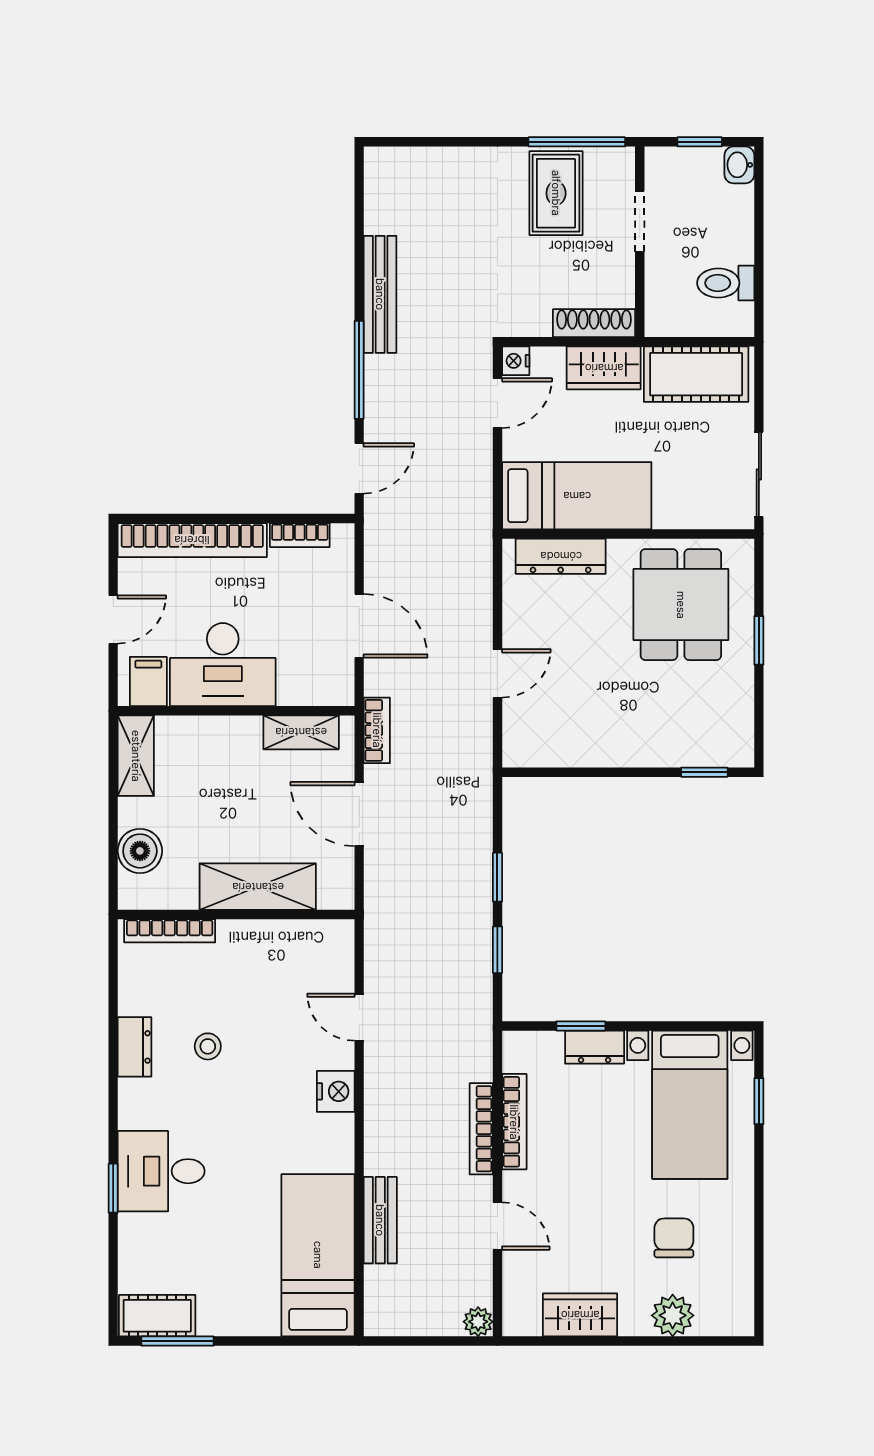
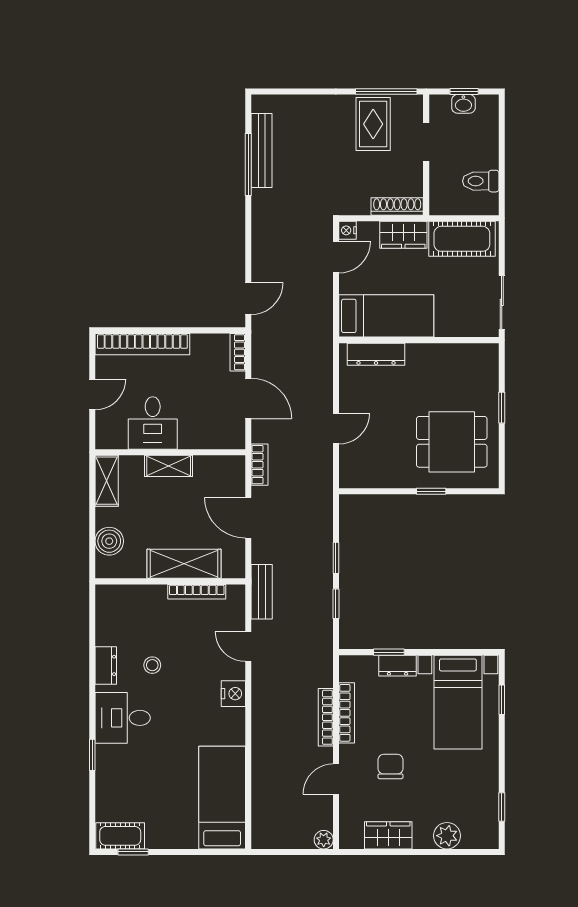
washbasin: (739, 165) -> (463, 104), moved, turned -90
bench: (380, 294) -> (262, 151), moved
window: (359, 370) -> (248, 165), moved
bookcase: (300, 535) -> (238, 352), moved, turned 90
dining table: (681, 605) -> (452, 442), moved, turned 90
desk: (223, 665) -> (153, 423), width x0.73
filing cabinet: (148, 681) -> (115, 434), removed
shelving: (301, 732) -> (169, 466), moved
window: (704, 772) -> (431, 491), moved
bookcase: (170, 931) -> (197, 592), moved
desk: (161, 1171) -> (123, 718), moved
bench: (380, 1220) -> (262, 592), moved
door: (497, 1226) -> (336, 779), swing flipped
chair: (674, 1238) -> (391, 766), moved
window: (759, 1270) -> (502, 807), added
window: (178, 1341) -> (133, 852), width x0.67

